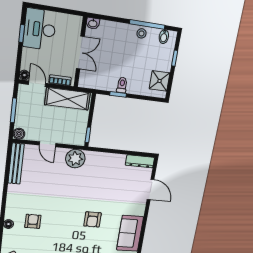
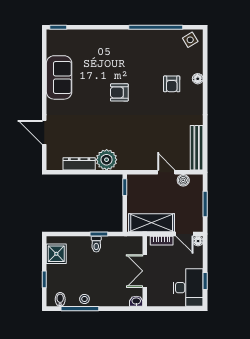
boiler: (19, 134) -> (183, 180), moved
plant: (75, 159) -> (107, 160), moved
dresser: (140, 161) -> (79, 164), moved
armchair: (93, 219) -> (119, 92), moved, turned -90

